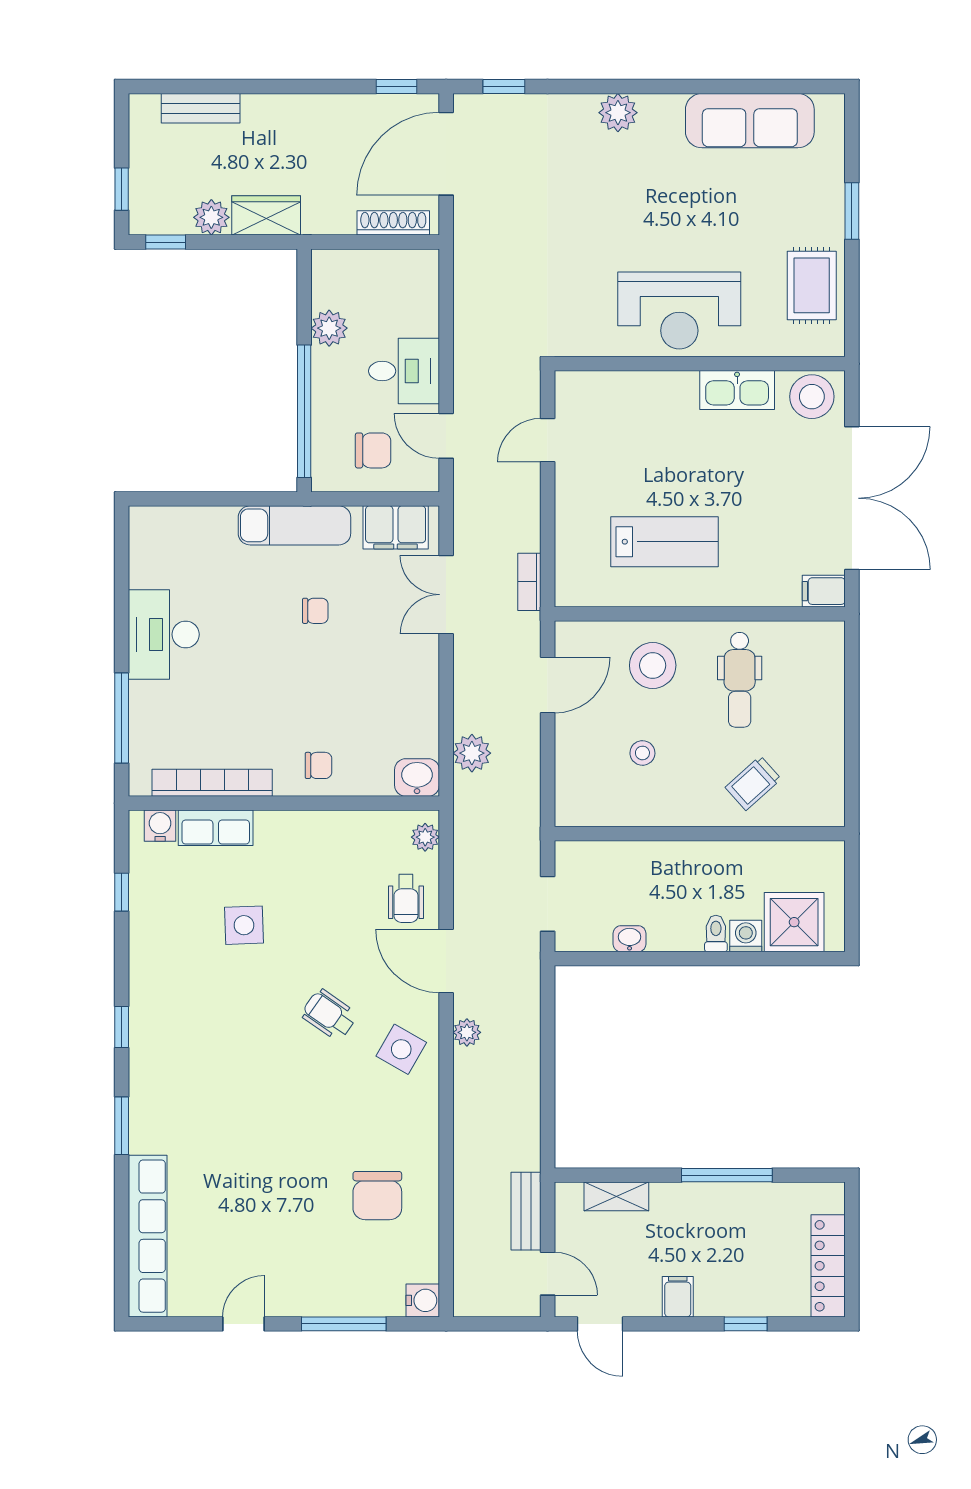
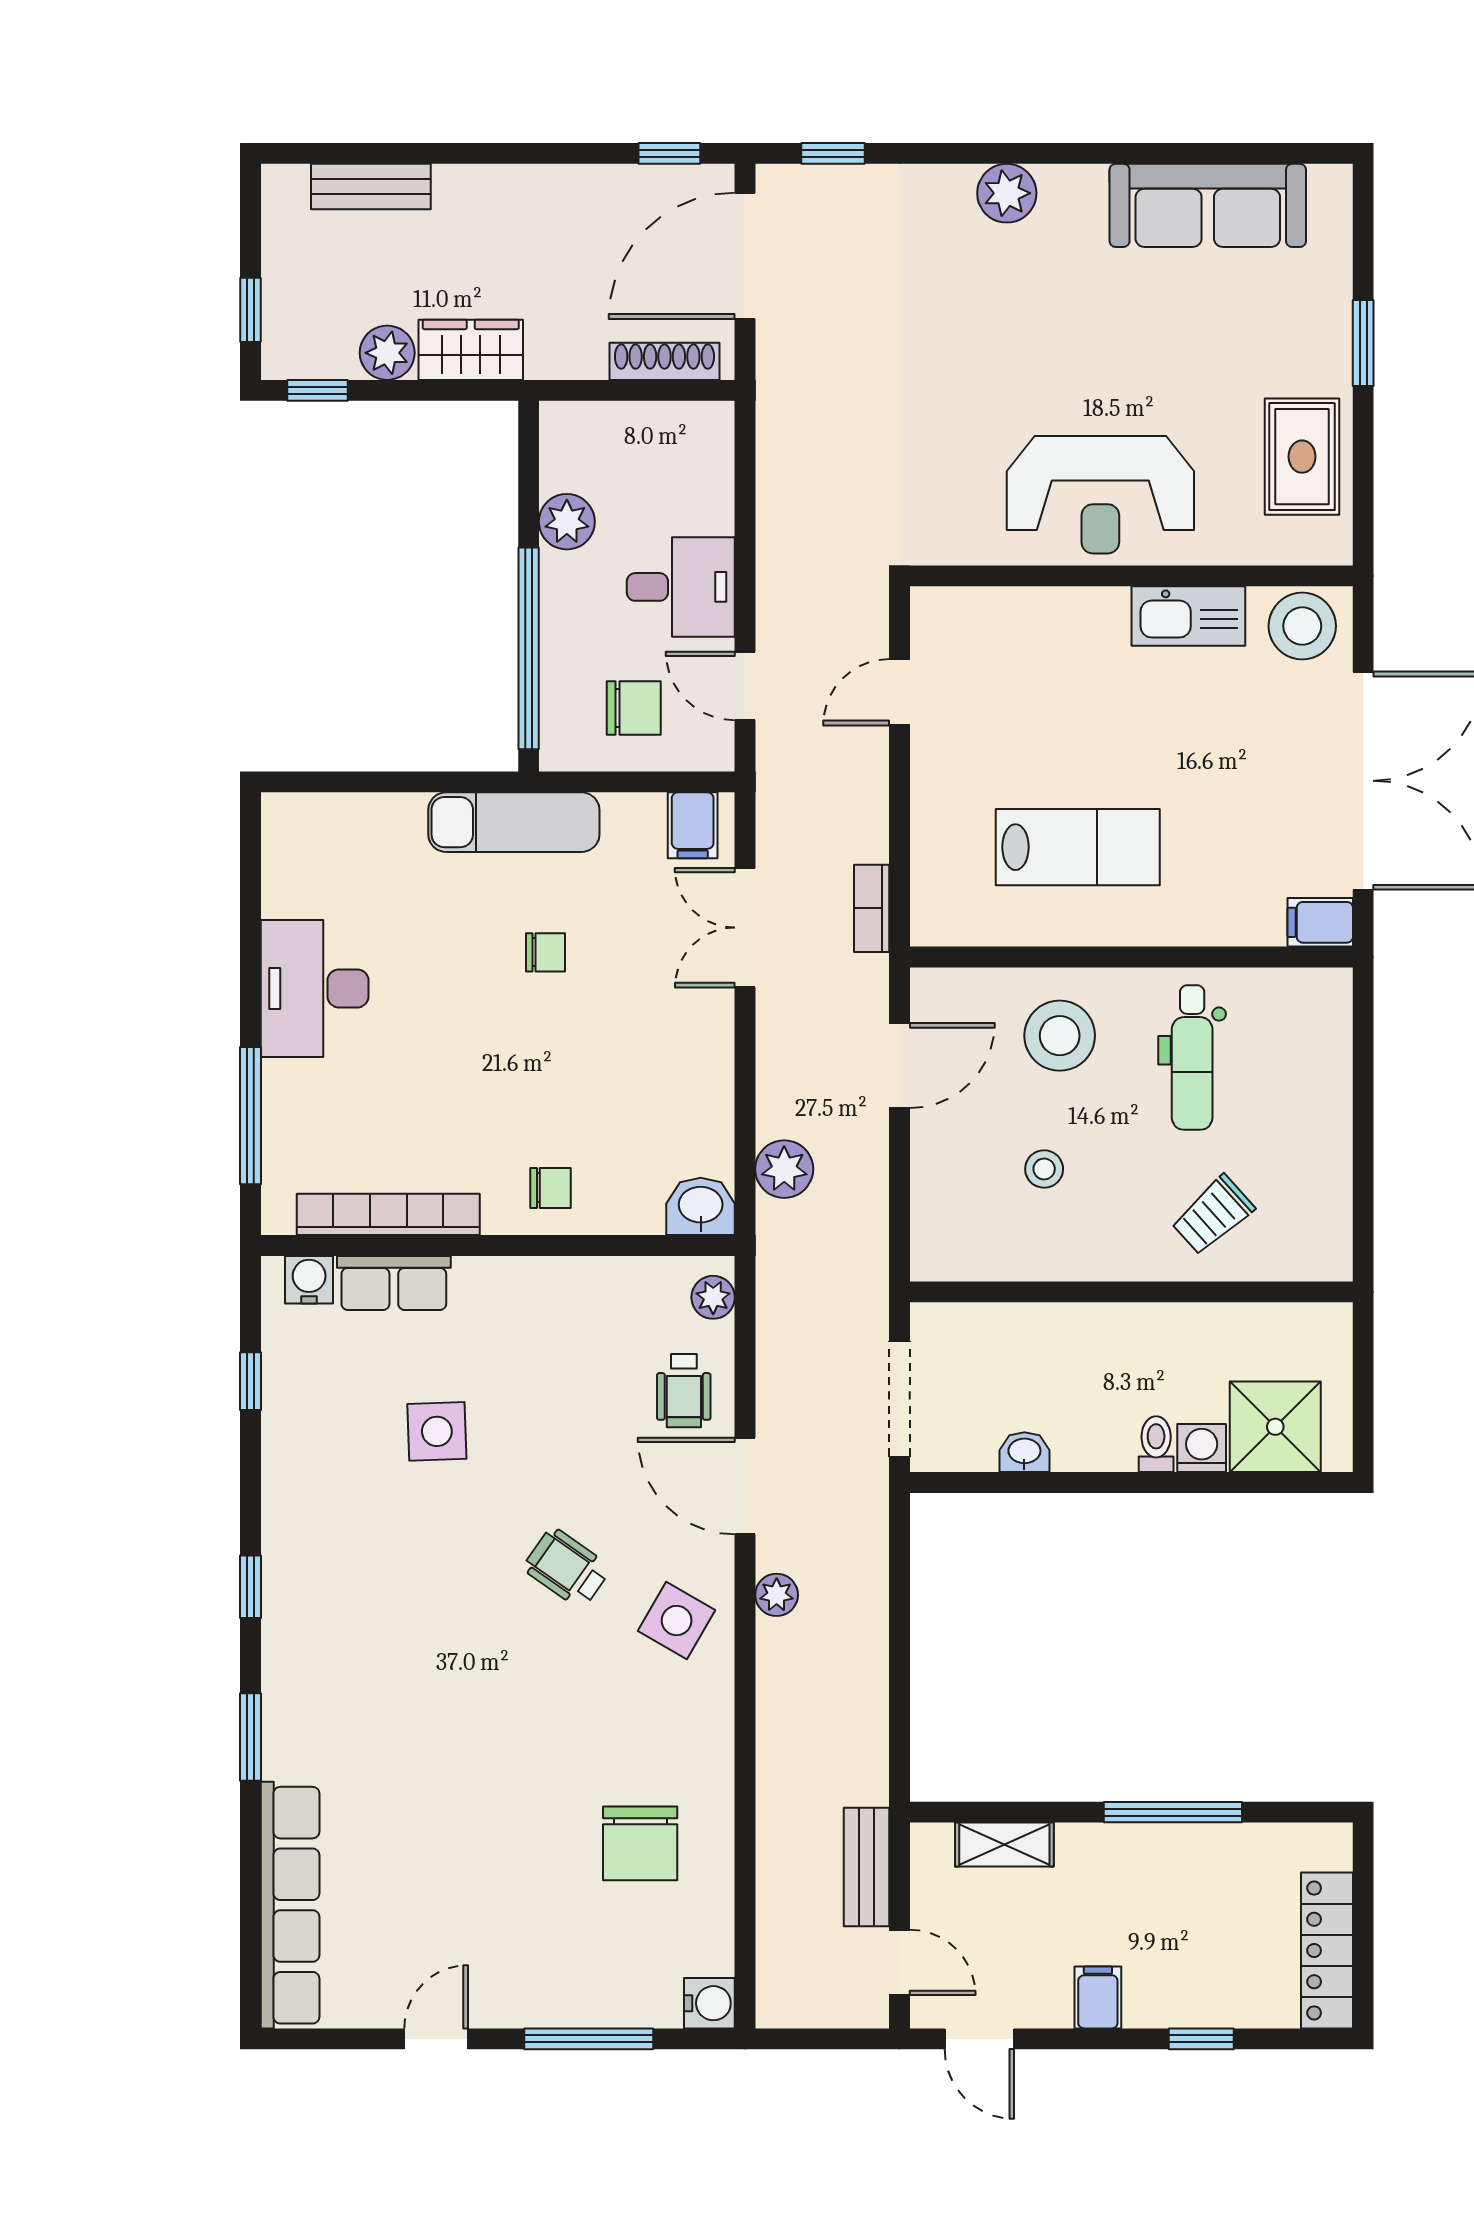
filing cabinet: (396, 527) -> (693, 825), width x0.50
doorway: (548, 904) -> (900, 1399), width x1.38

